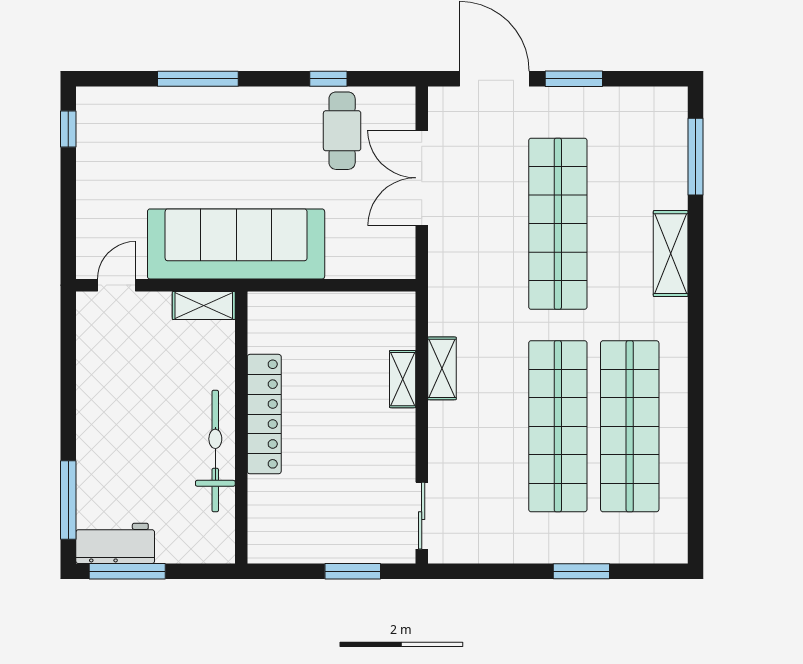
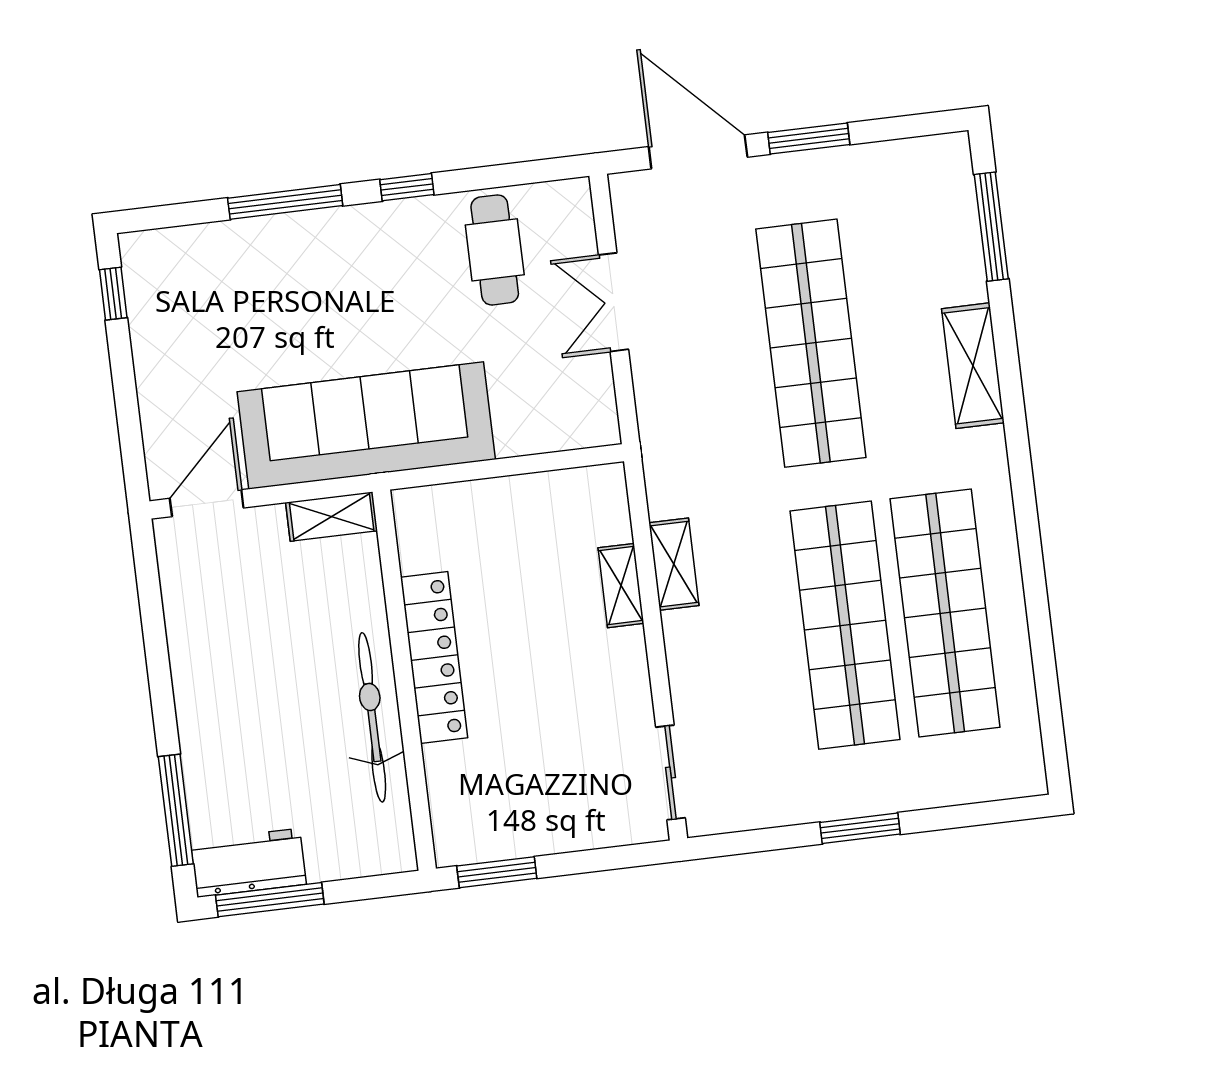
window: (328, 79) -> (407, 187), moved
double door: (422, 178) -> (614, 302), width x0.73
door: (117, 285) -> (207, 503), width x1.37
window: (353, 571) -> (497, 872), moved
window: (581, 571) -> (860, 828), moved

